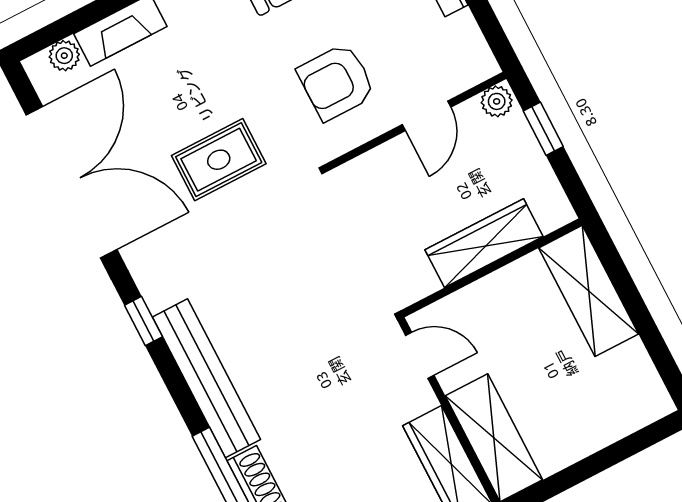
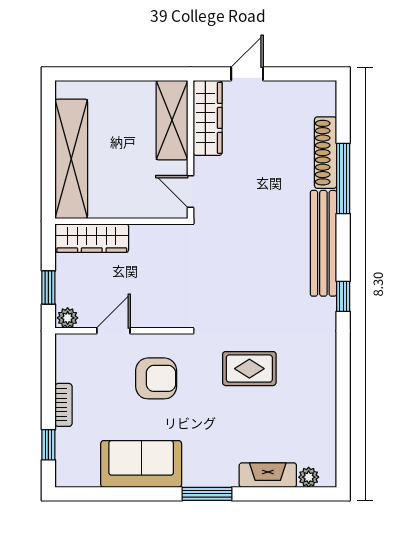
double door: (71, 182) -> (343, 400), removed
wardrobe: (484, 243) -> (92, 238), moved
shelving: (589, 291) -> (71, 159), width x1.47

